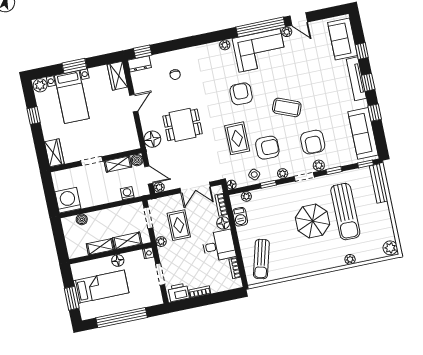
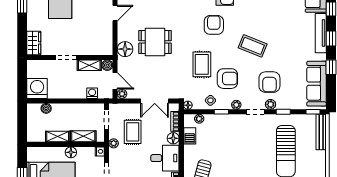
parasol: (312, 221) -> (254, 153), removed

